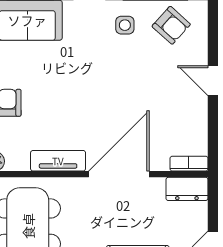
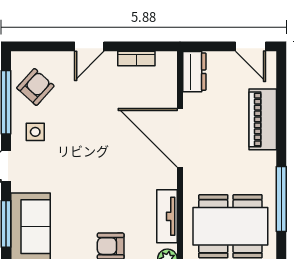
tv unit: (58, 161) -> (167, 216), moved
bookcase: (189, 164) -> (136, 59), moved, turned -90

